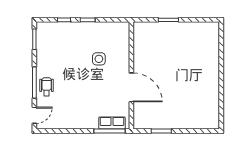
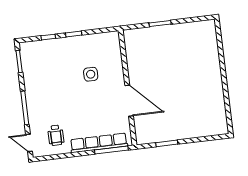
wheelchair: (47, 87) -> (56, 135), moved, turned 180
door: (34, 115) -> (29, 143), swing flipped
row of seats: (112, 123) -> (99, 143), width x2.02

